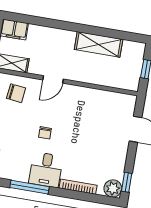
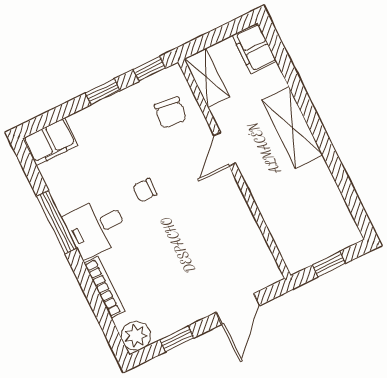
shelving: (99, 44) -> (292, 128), moved
door: (53, 79) -> (225, 149), hinge flipped
window: (127, 182) -> (177, 339), moved

